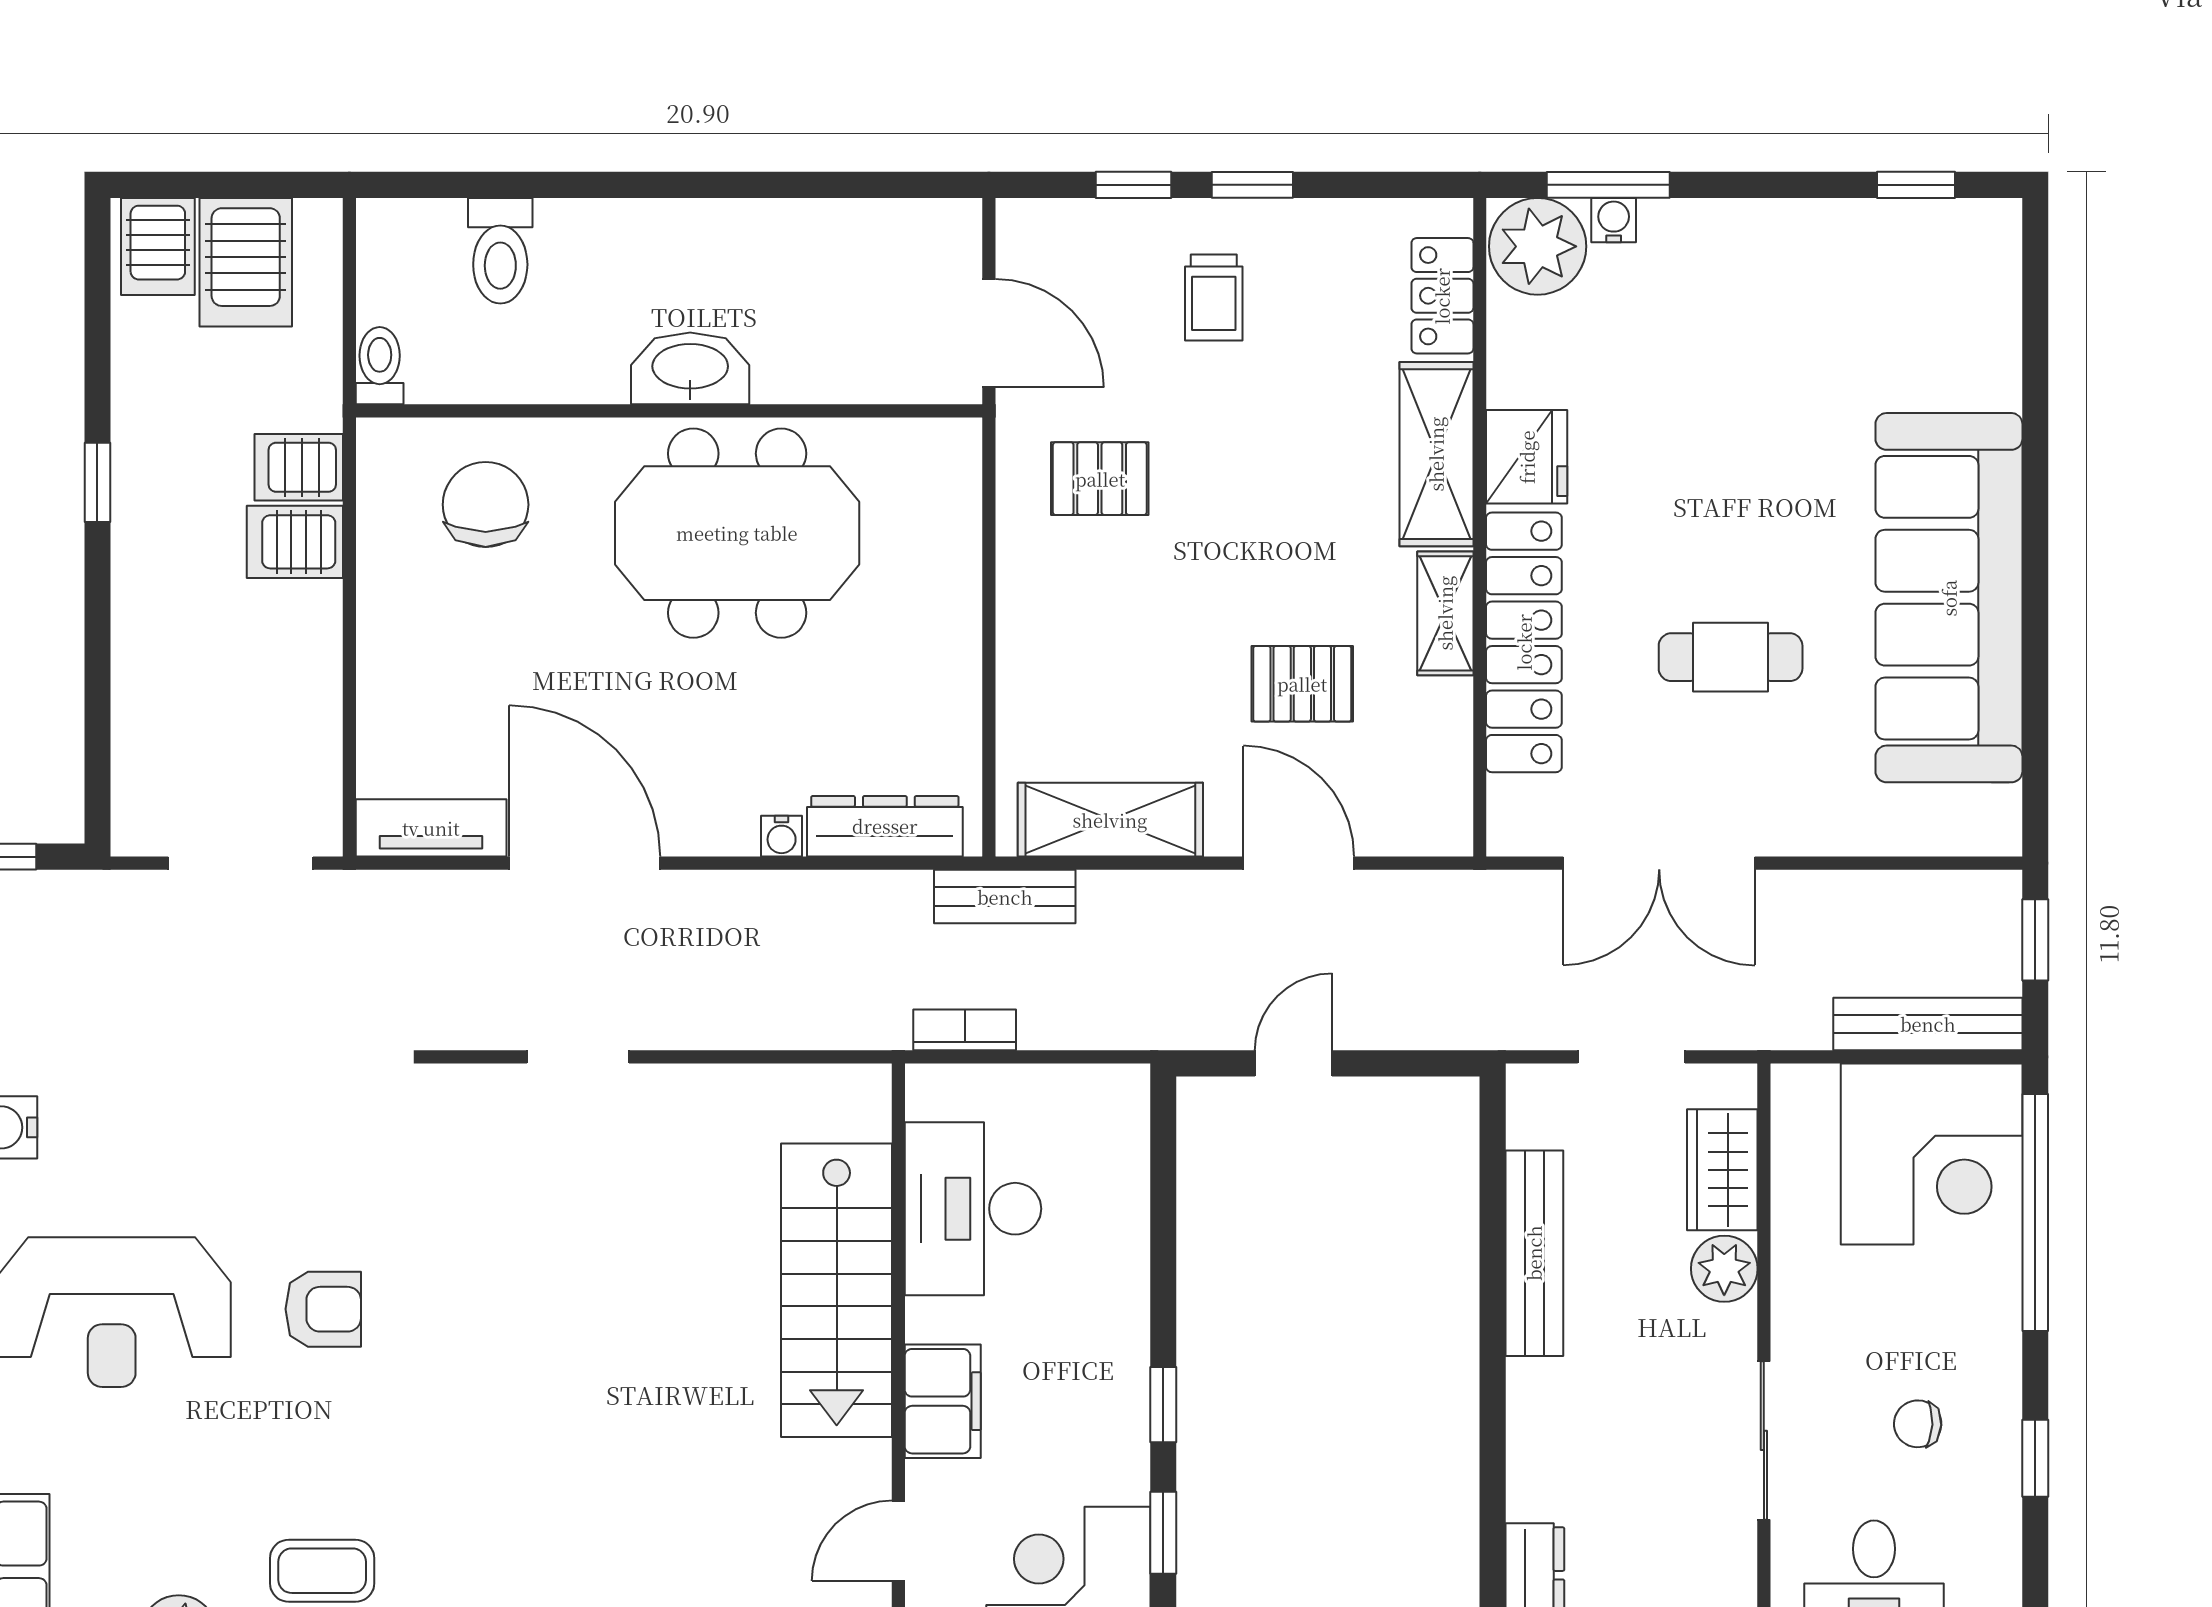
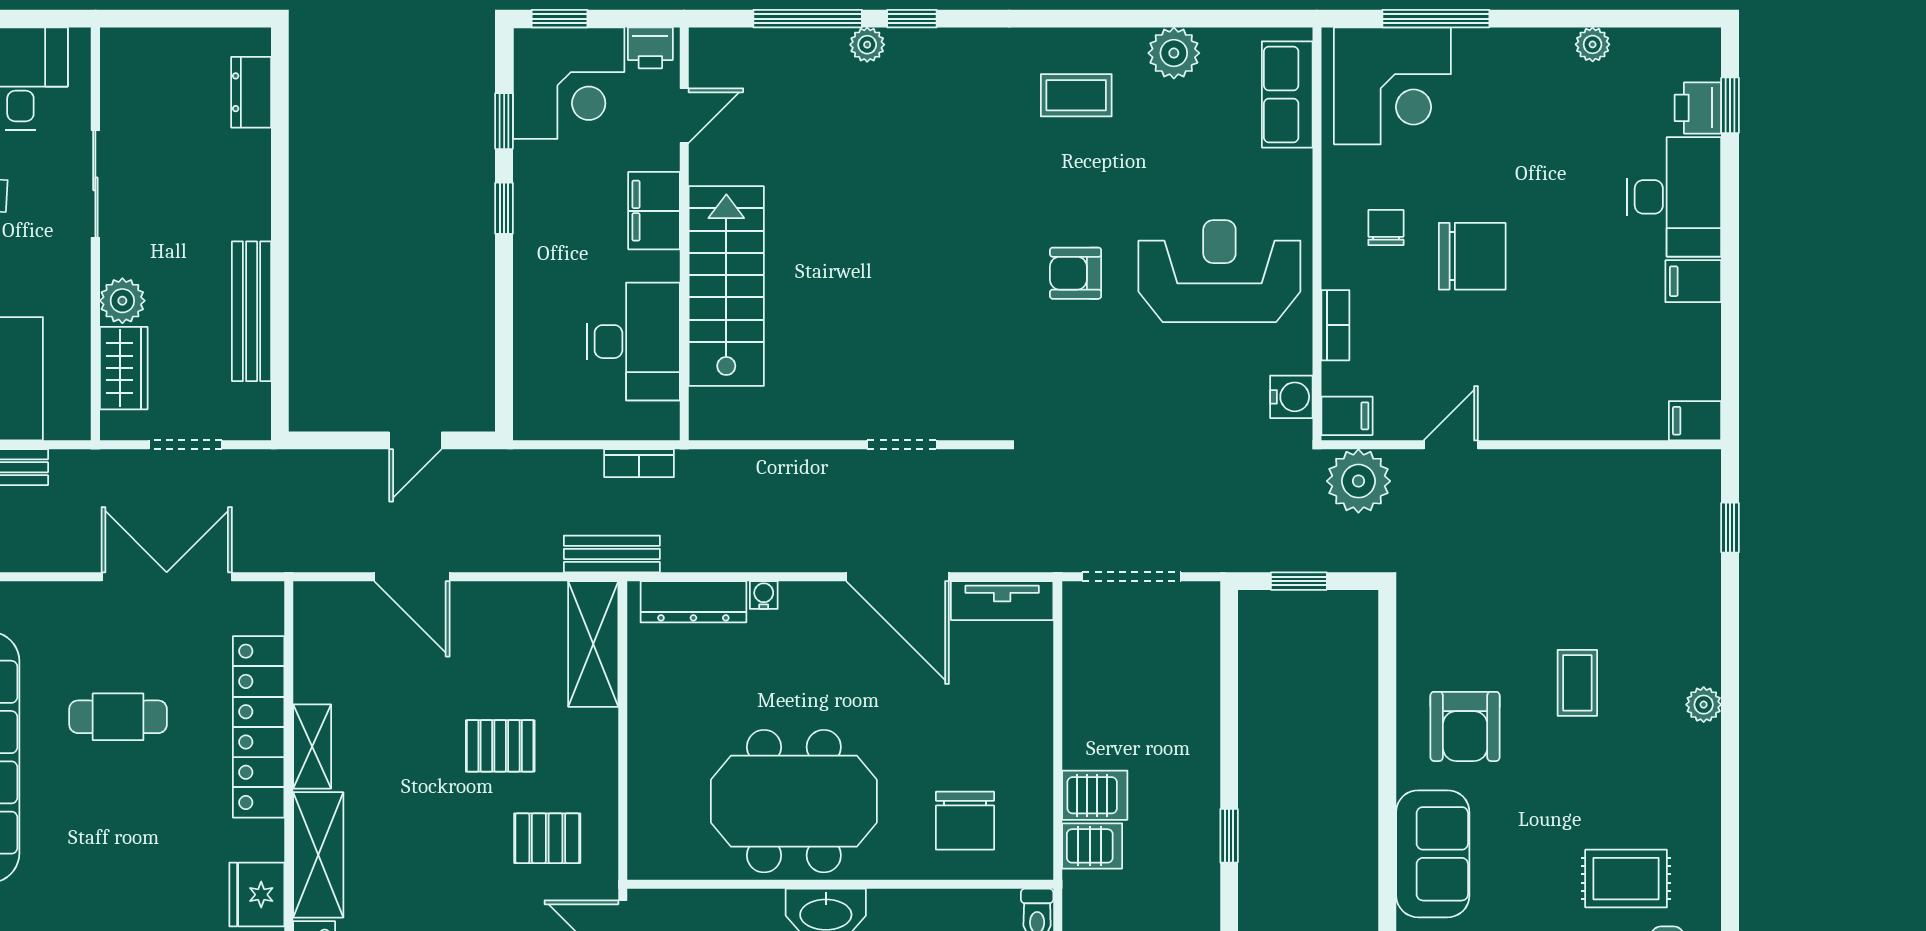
fridge: (1527, 457) -> (257, 895), moved
pallet: (1302, 684) -> (500, 746), moved
shelving: (1110, 820) -> (593, 644), moved, turned 90

